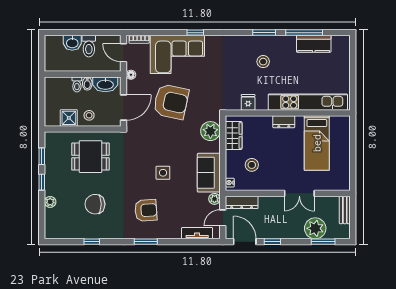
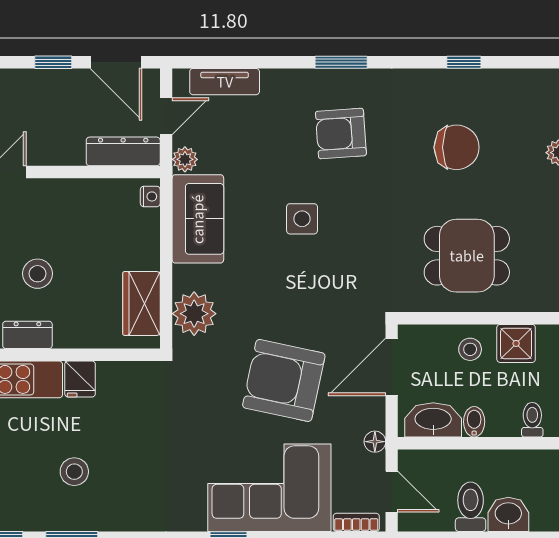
toilet: (77, 84) -> (532, 420), moved
fridge: (248, 102) -> (80, 379), moved
stool: (252, 165) -> (37, 274), moved

